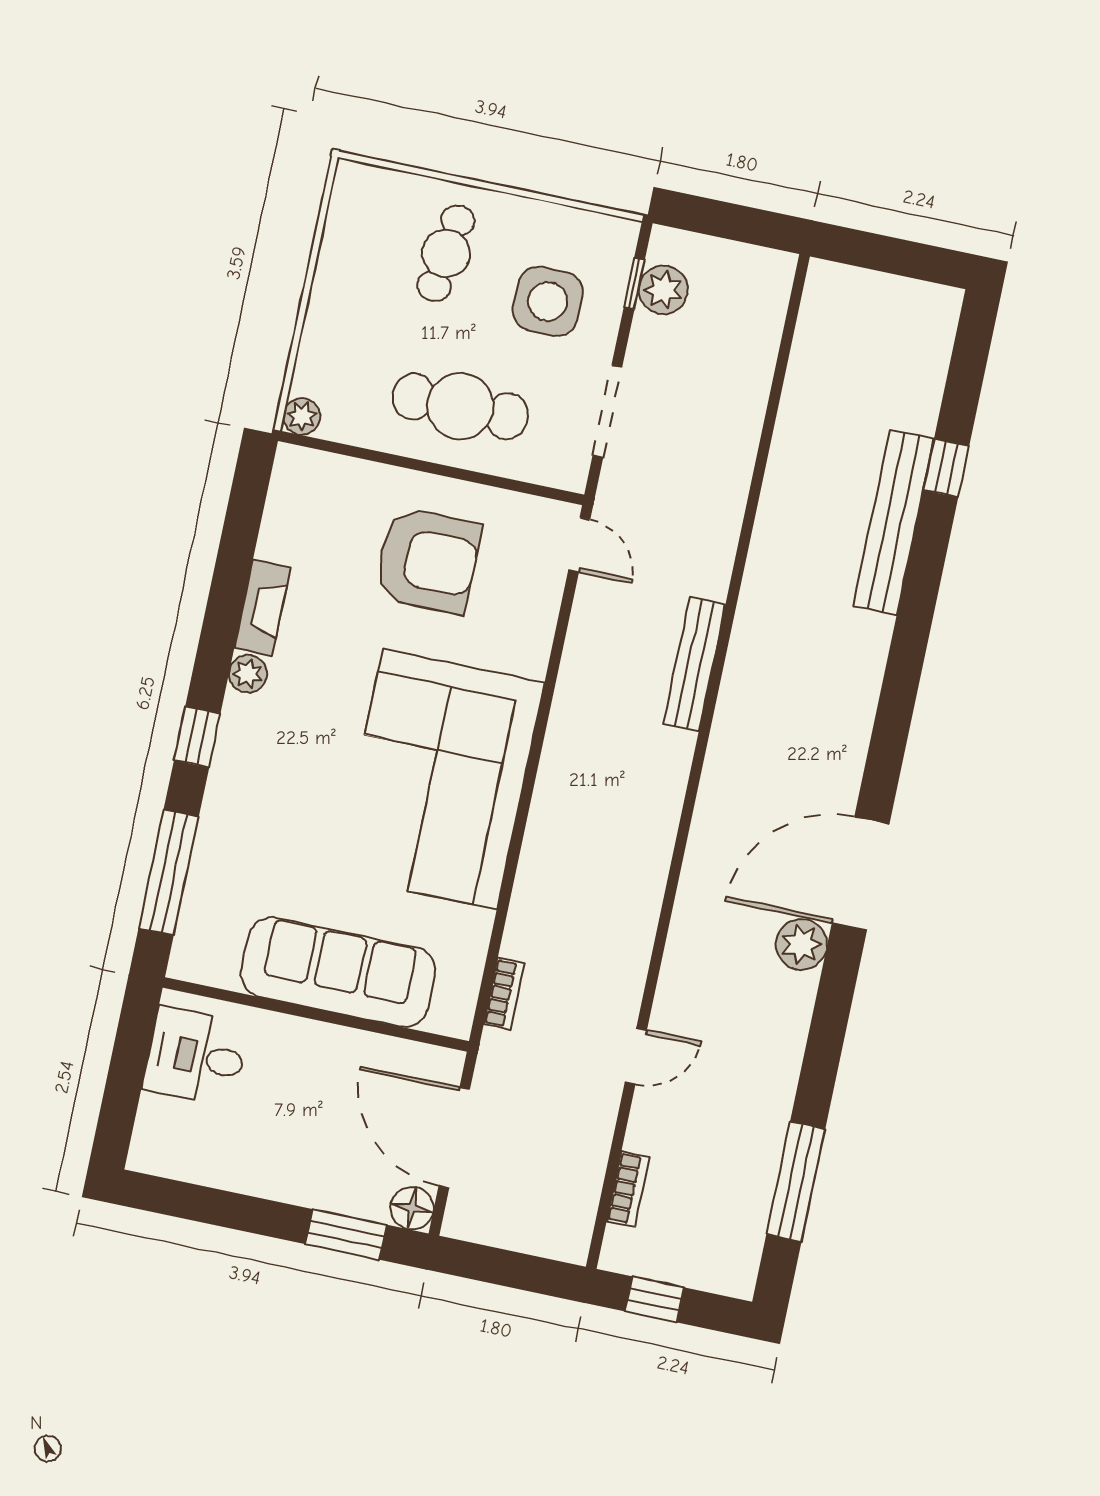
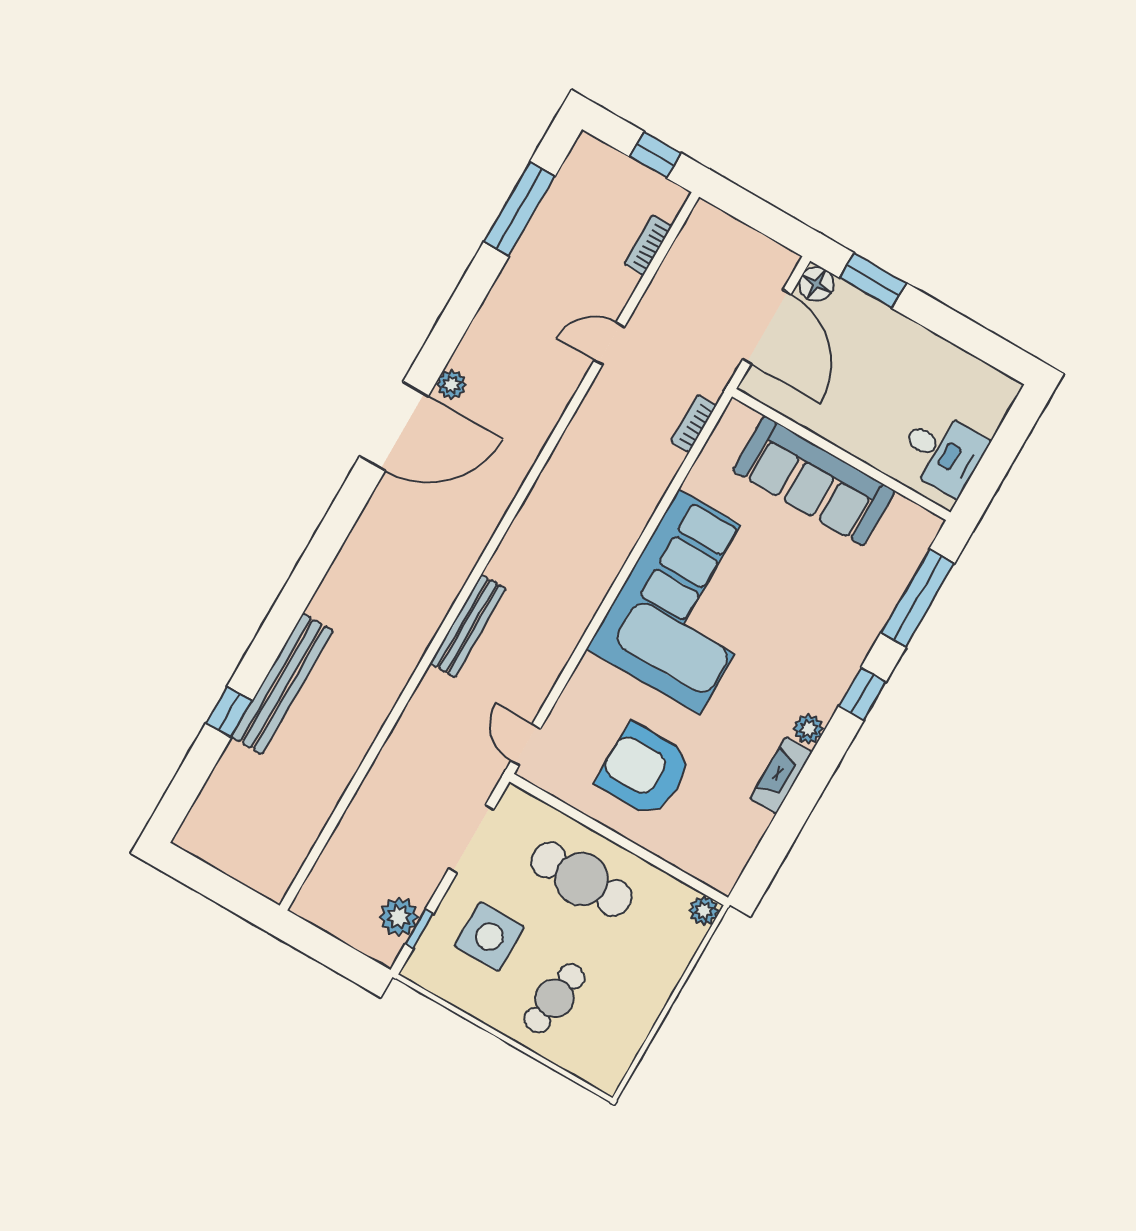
plant: (801, 944) -> (452, 385), width x0.73, depth x0.73

